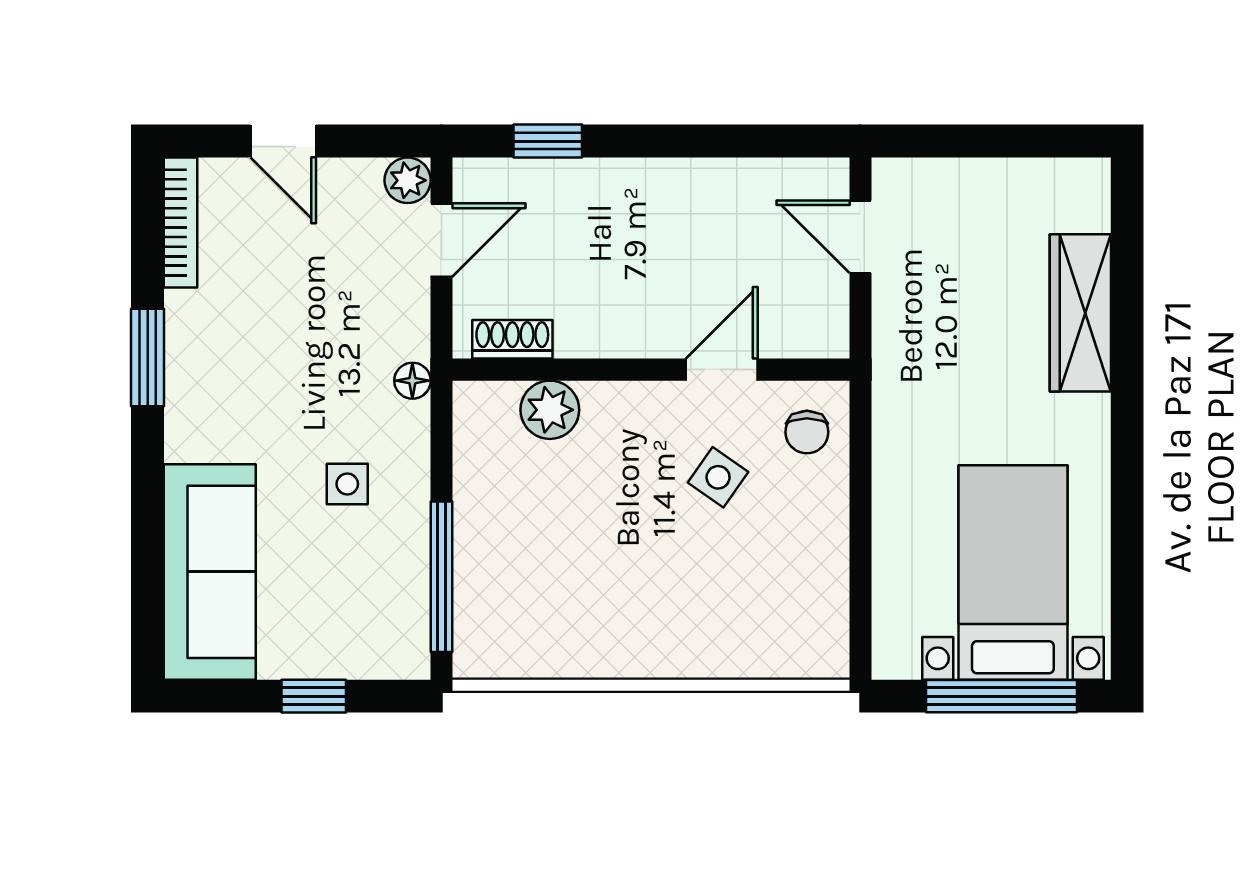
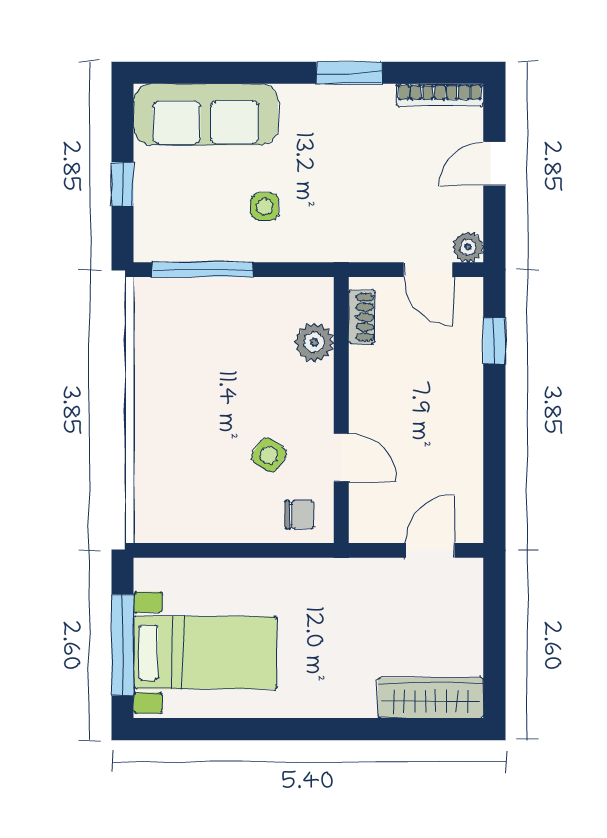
wardrobe: (1080, 313) -> (431, 698), moved
floor lamp: (412, 381) -> (334, 250), removed
chair: (807, 432) -> (299, 515), turned 180

